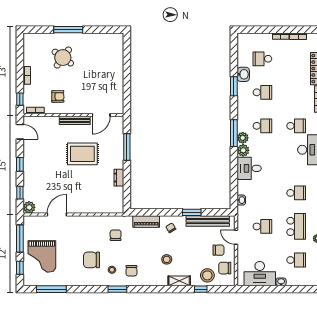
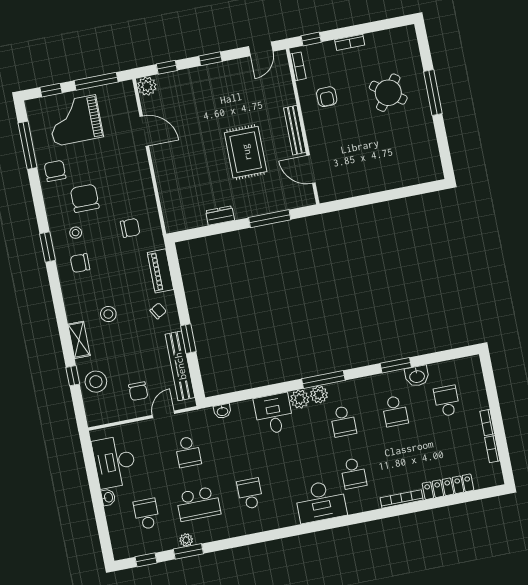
school desk: (296, 193) -> (250, 494), turned 180
school desk: (296, 260) -> (146, 514), turned 180
chair: (225, 268) -> (55, 171), moved

